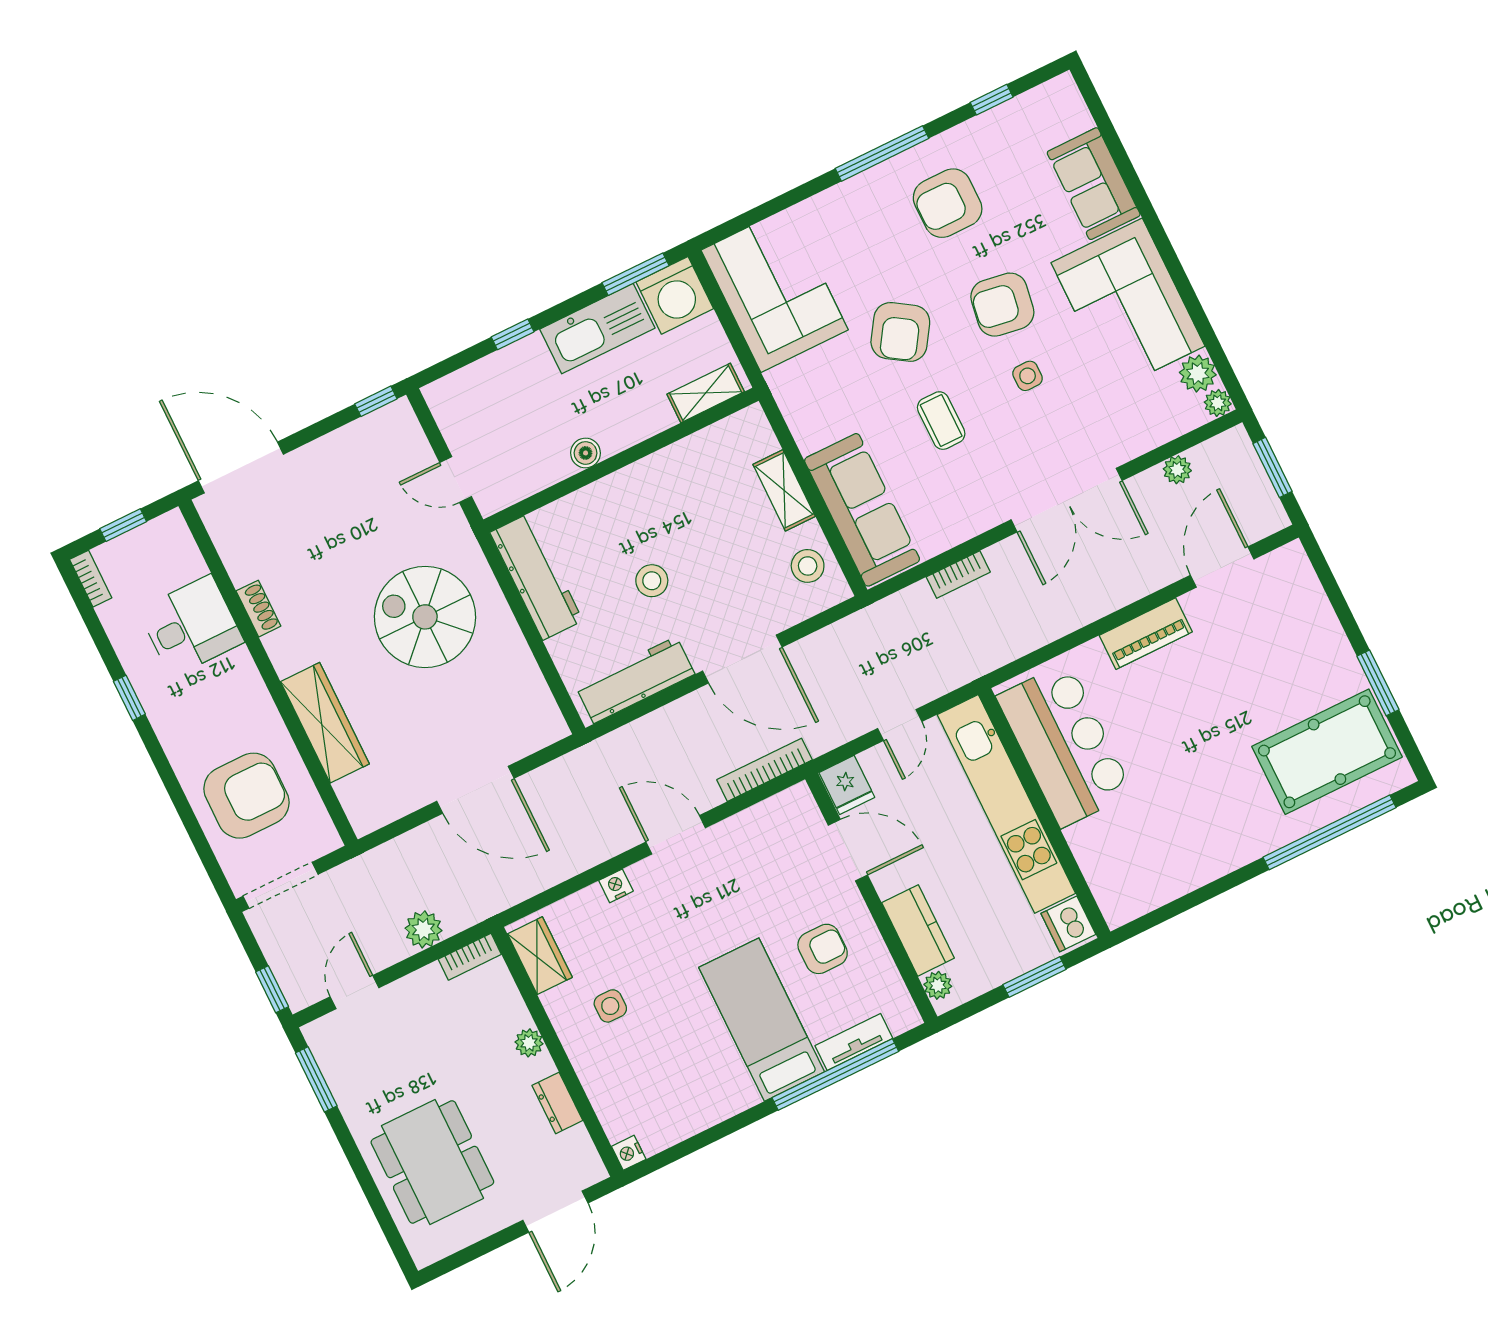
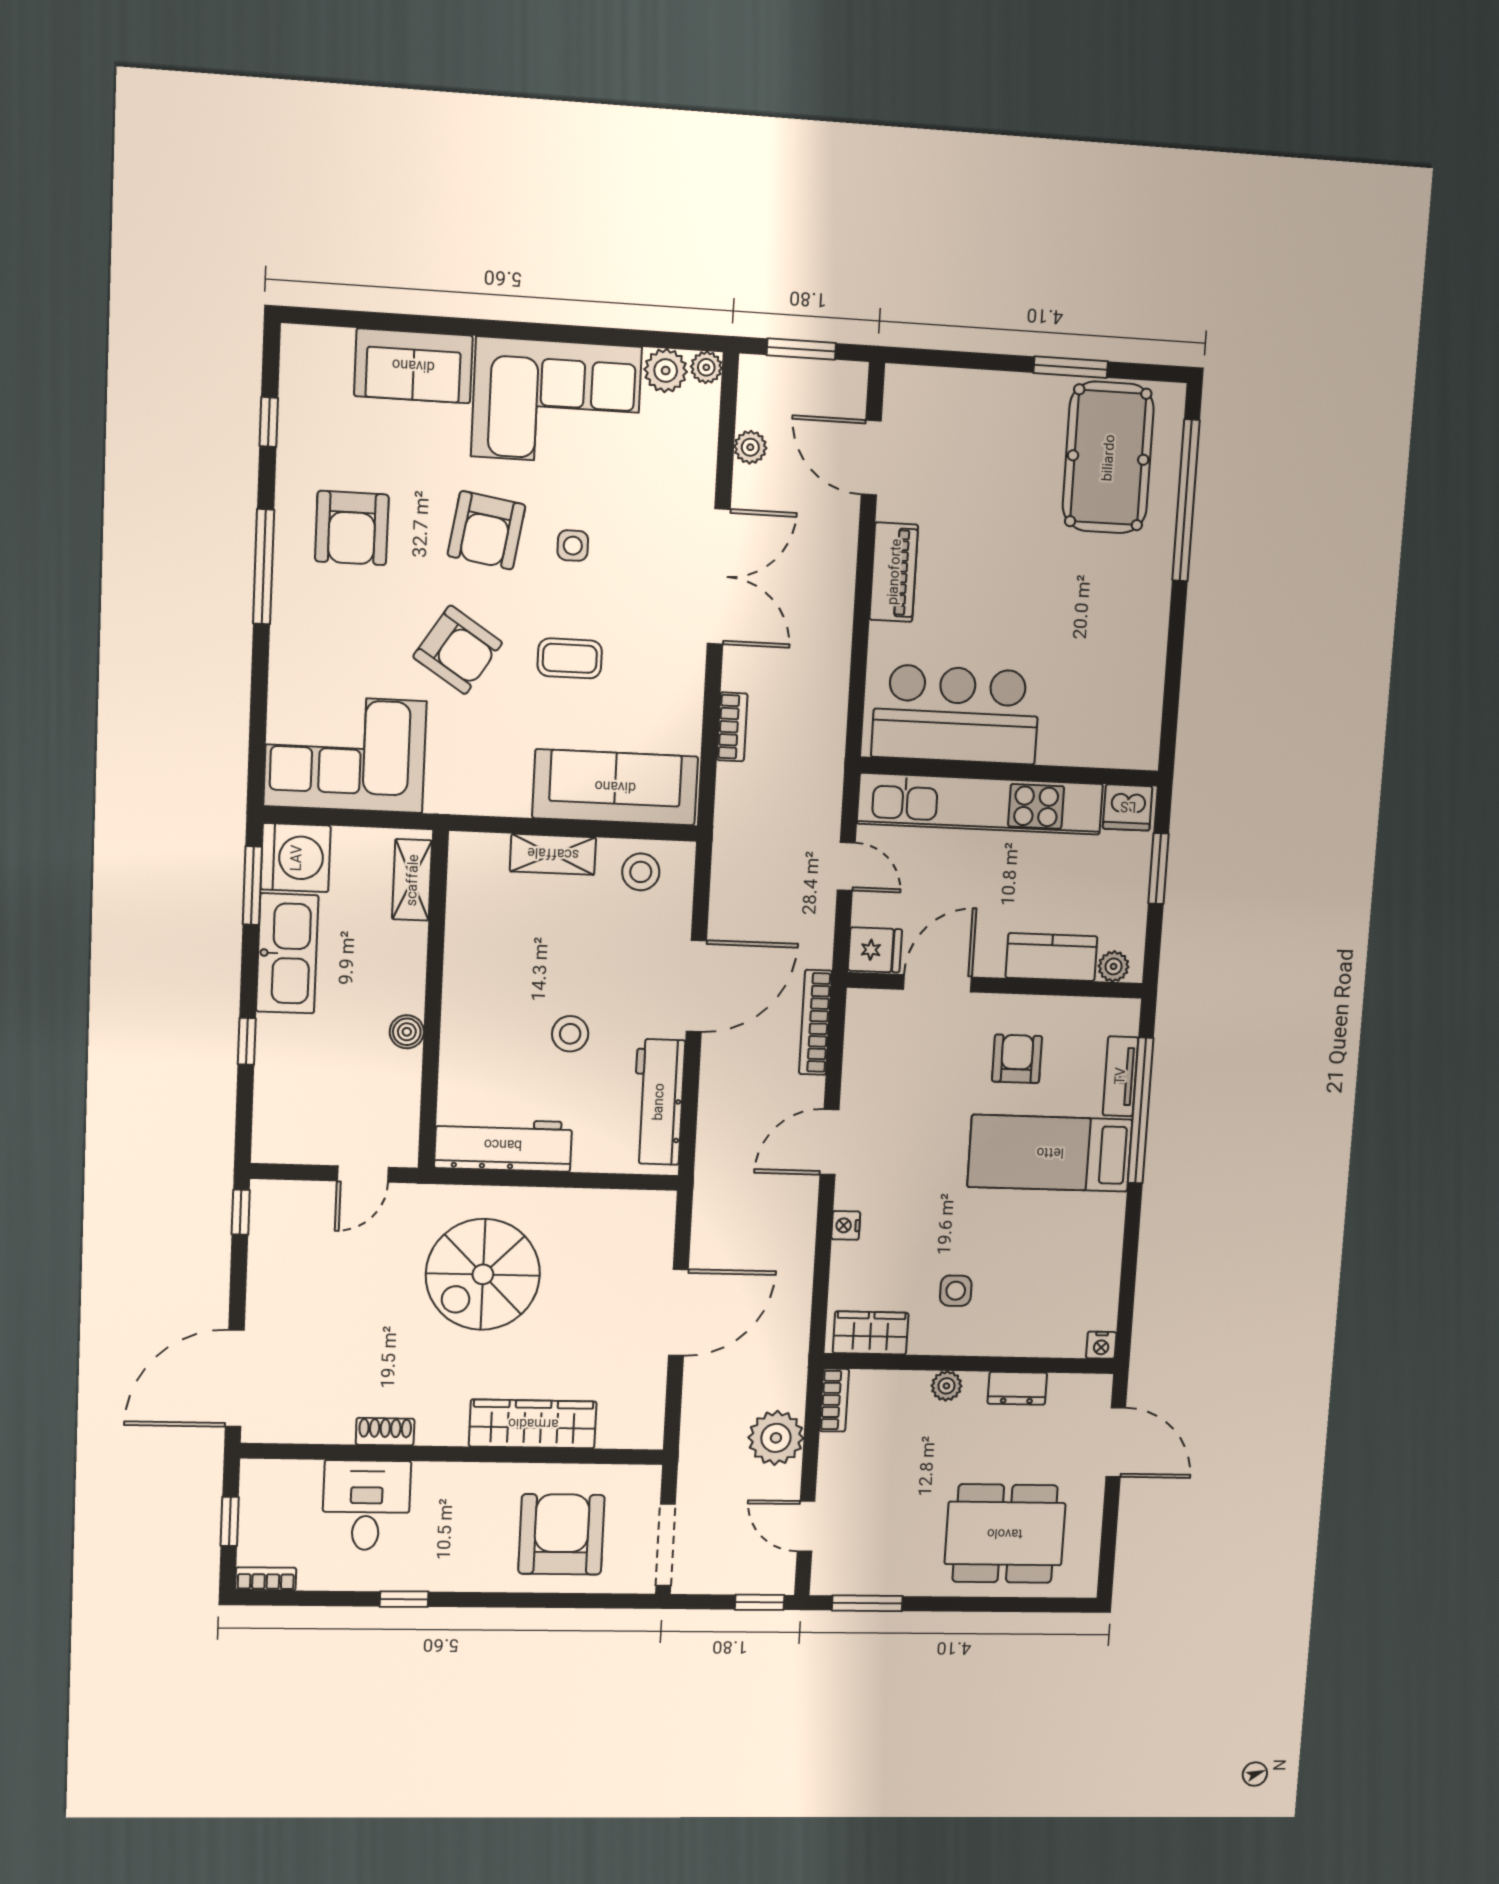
plant: (423, 929) -> (776, 1438), width x1.36, depth x1.36

